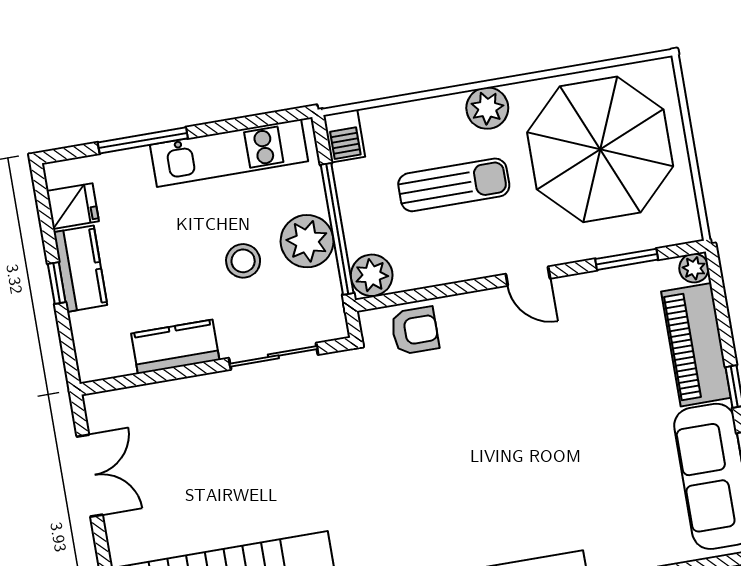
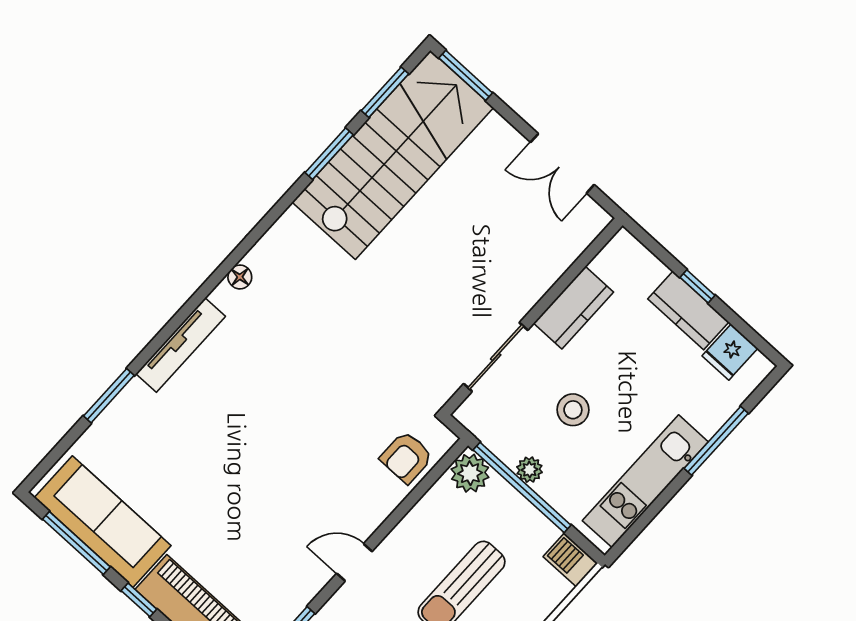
plant: (307, 241) -> (529, 470), width x0.53, depth x0.53

